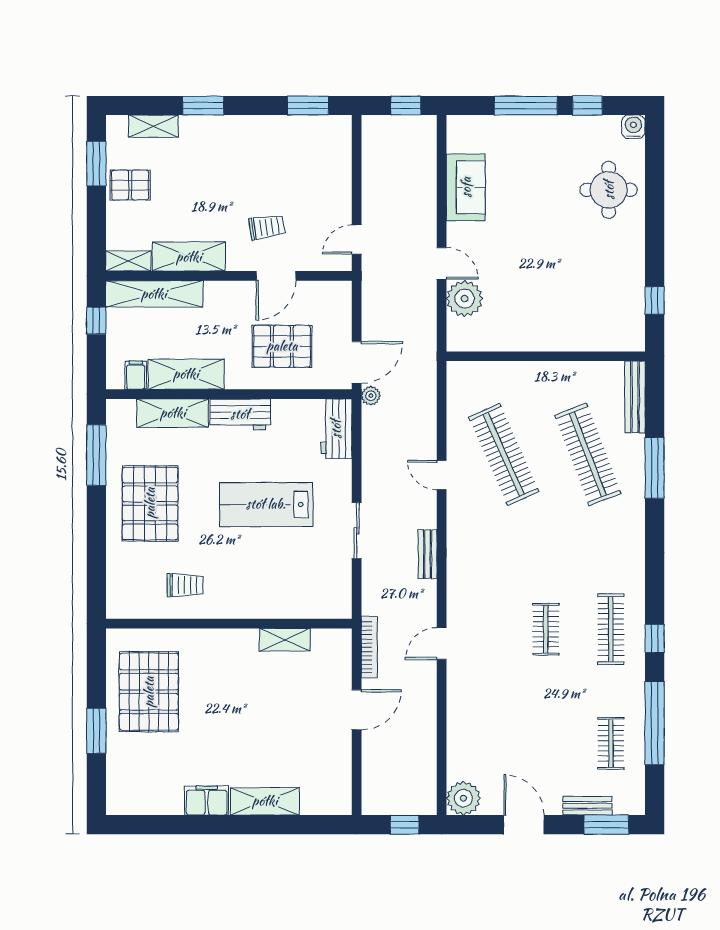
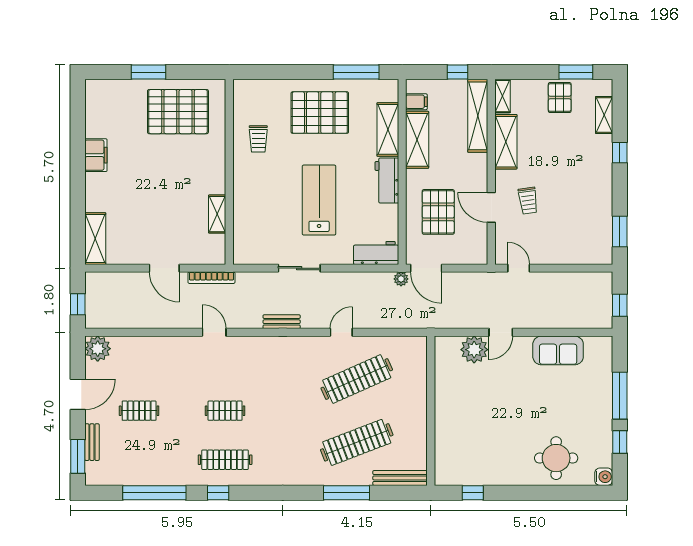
window: (203, 106) -> (620, 153), width x0.67
clothes rail: (611, 743) -> (139, 411), moved
shelving: (265, 801) -> (95, 239), moved

